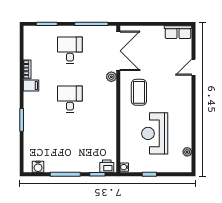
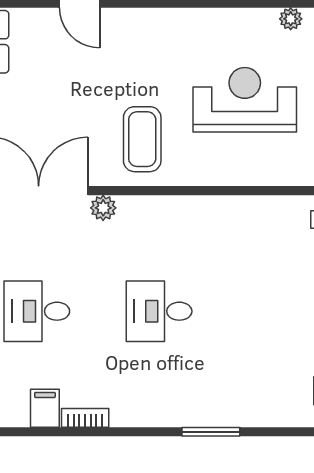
filing cabinet: (31, 86) -> (45, 408), moved
coffee table: (139, 92) -> (142, 139), turned 90
reception desk: (155, 133) -> (245, 100), turned 180

